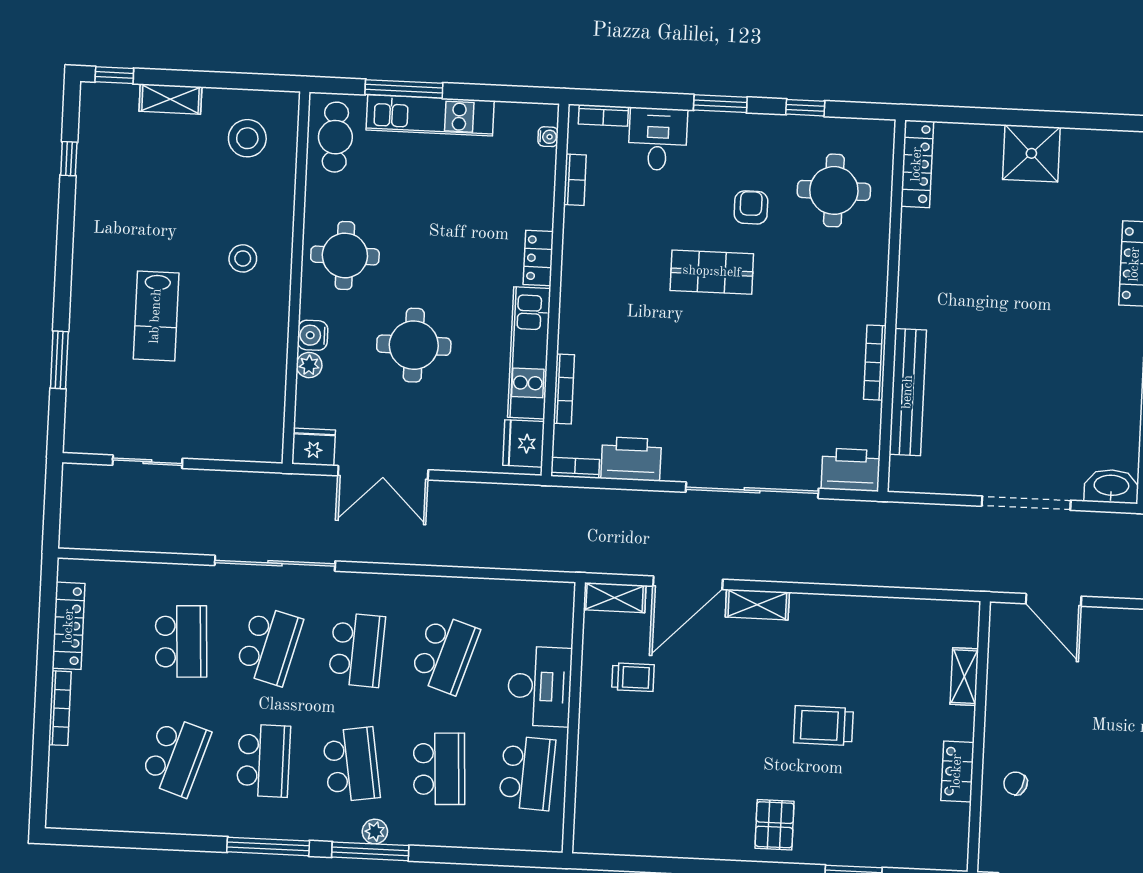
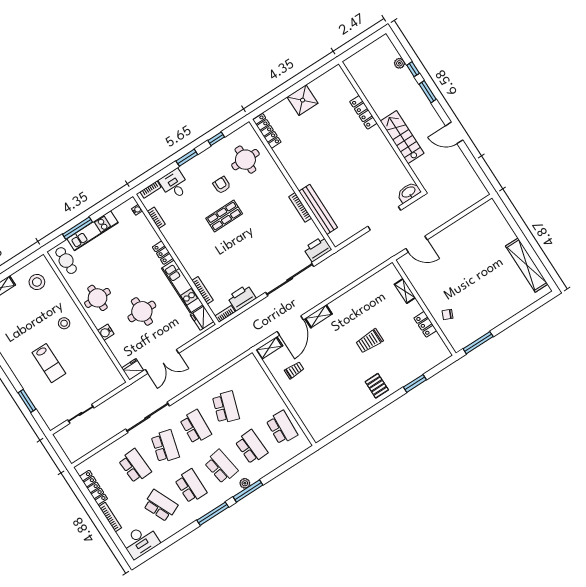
plant: (309, 365) -> (112, 343), removed
desk: (540, 686) -> (140, 541), moved, turned 90
school desk: (176, 756) -> (160, 506), turned -42

